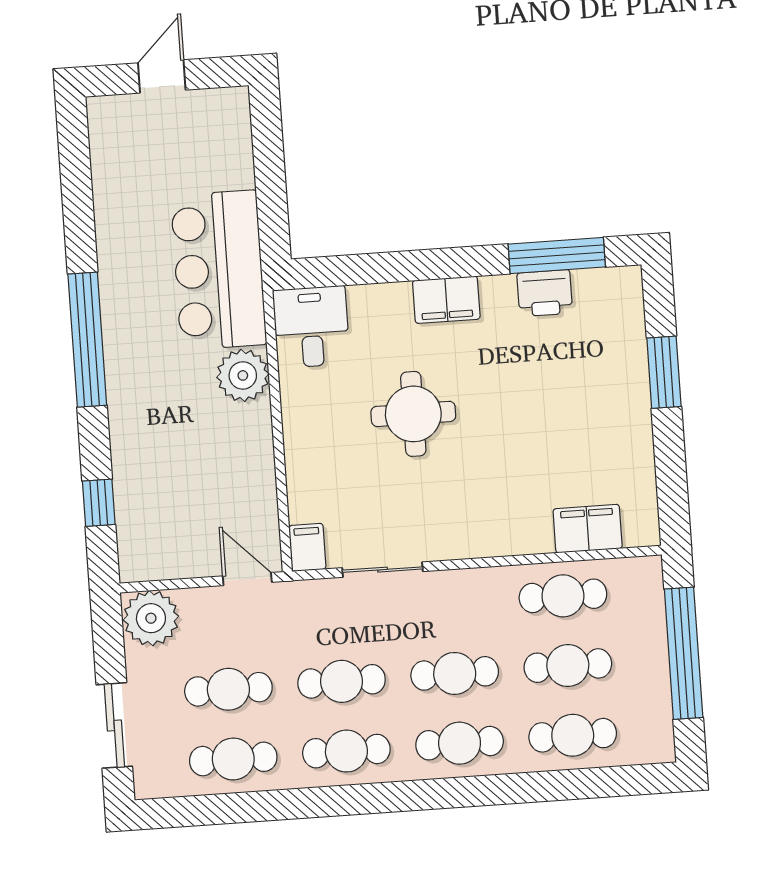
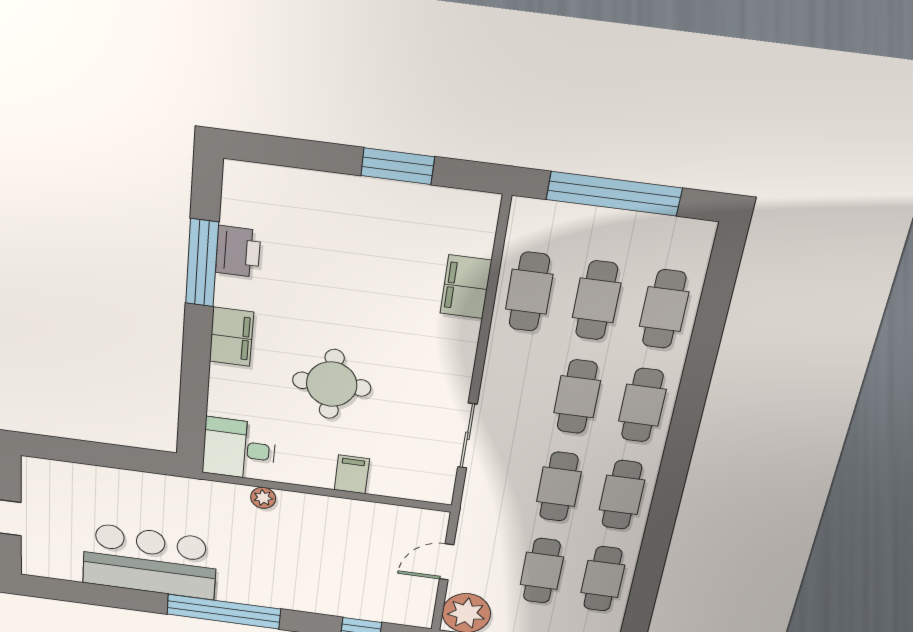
window: (557, 256) -> (202, 263), moved
bar counter: (219, 270) -> (150, 561), moved, turned 180
window: (664, 372) -> (398, 166), moved
plant: (243, 375) -> (263, 498), width x0.53, depth x0.53
filing cabinet: (588, 529) -> (466, 287), moved
filing cabinet: (307, 547) -> (352, 474), moved, turned 90
door: (247, 579) -> (447, 562), moved

